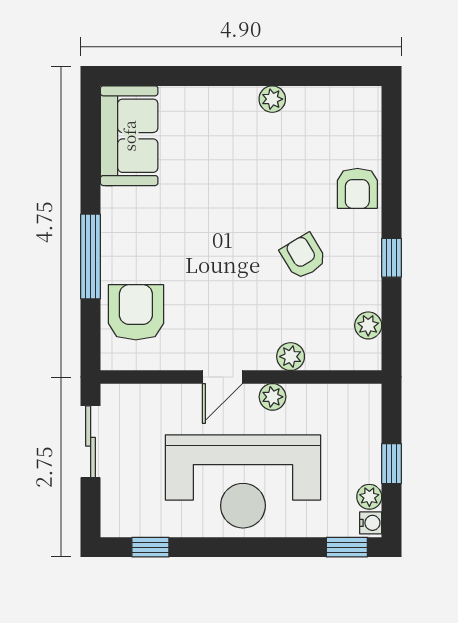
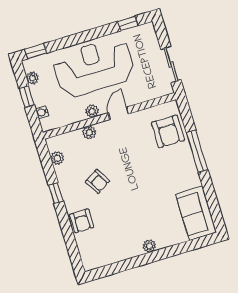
plant: (272, 99) -> (149, 246), moved
armchair: (357, 188) -> (82, 221), turned 180
water cooler: (371, 523) -> (42, 112), moved

